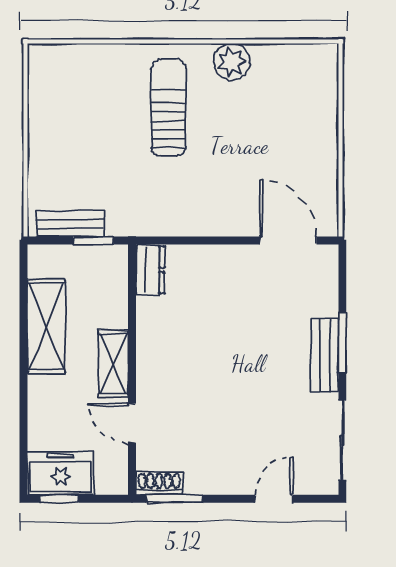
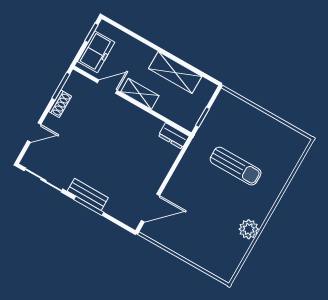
sun lounger: (168, 108) -> (236, 166), moved
bench: (71, 224) -> (216, 111), removed
freezer: (60, 473) -> (96, 52), moved
shoe rack: (159, 484) -> (60, 104), moved
door: (274, 499) -> (34, 133), hinge flipped

